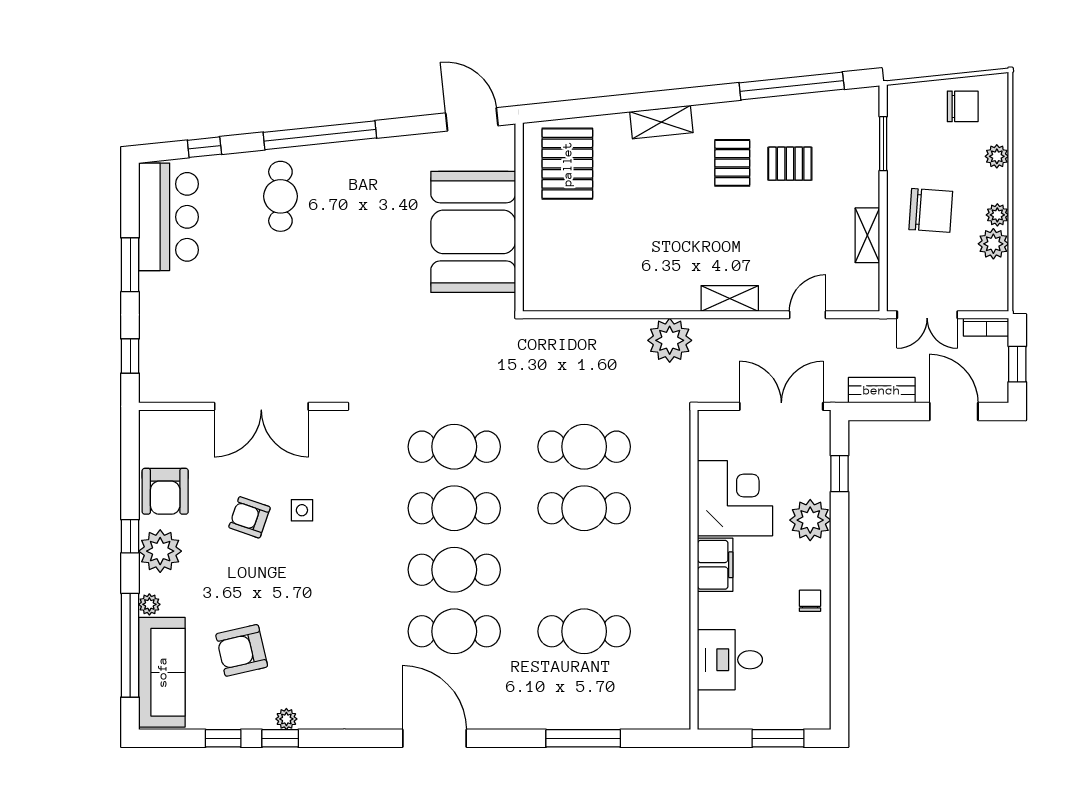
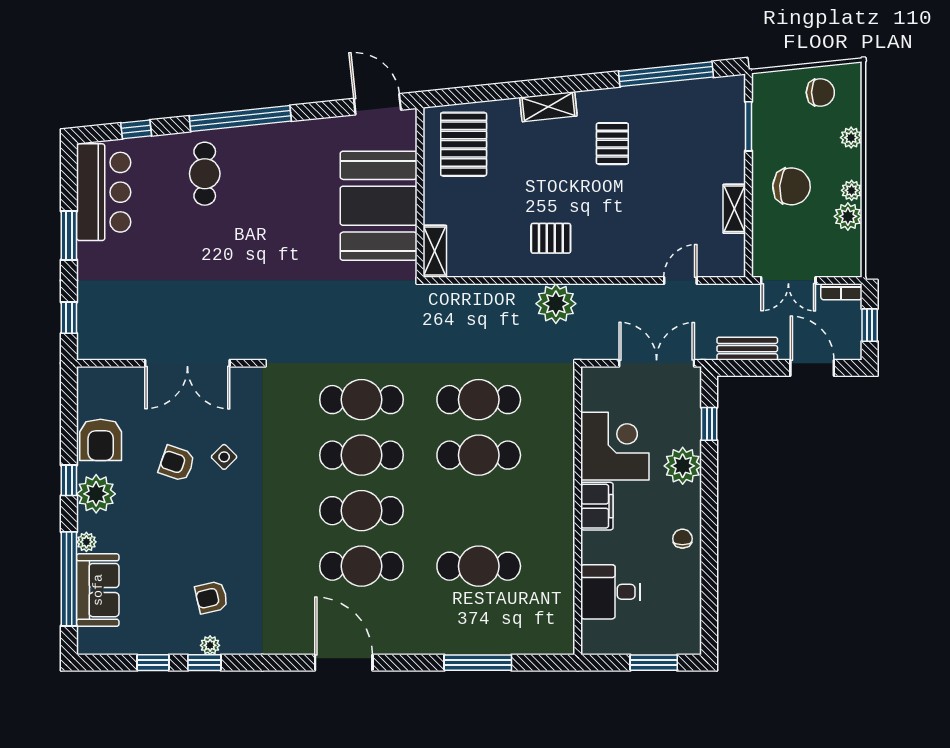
pallet: (790, 164) -> (551, 238), moved
shelving: (730, 298) -> (435, 251), moved, turned 90
side table: (302, 510) -> (224, 457), turned 45
armchair: (242, 650) -> (211, 597), moved, width x0.72, depth x0.72
sofa: (162, 672) -> (98, 590), width x0.73

